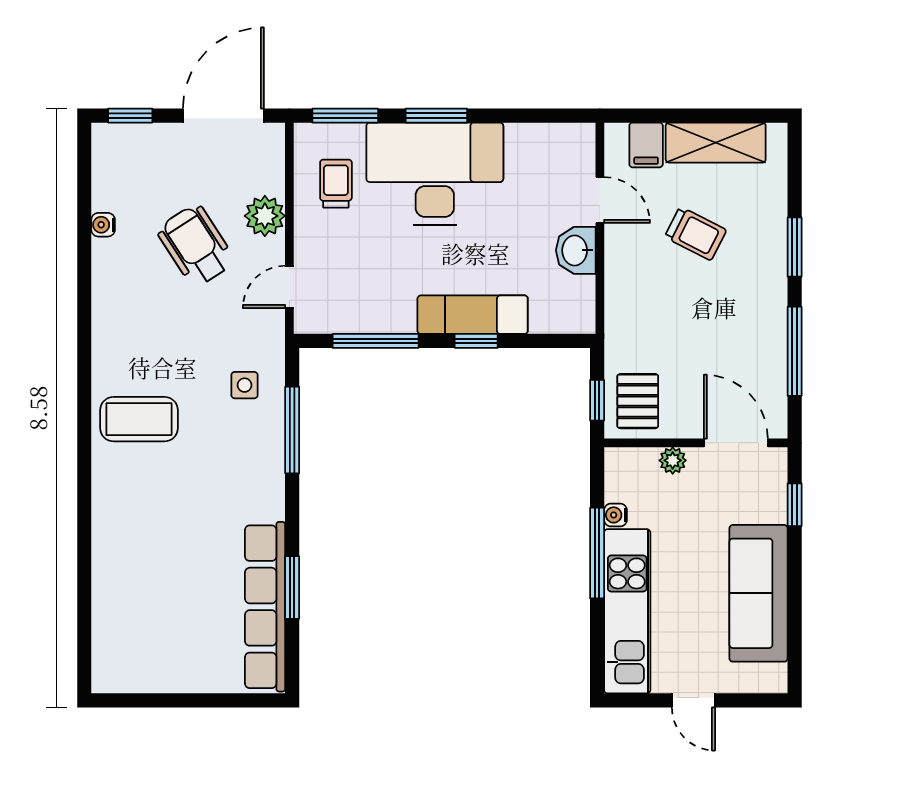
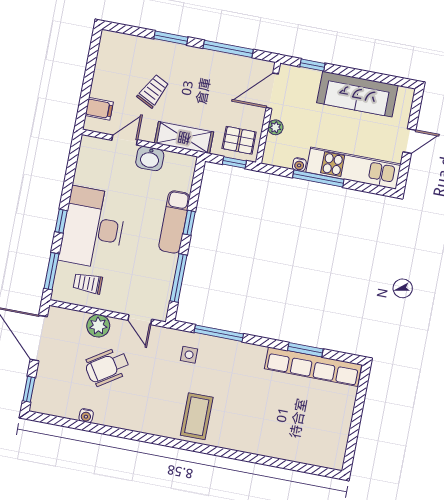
window: (436, 116) -> (61, 221), width x0.67
shelving: (716, 143) -> (184, 138), moved, turned 90

